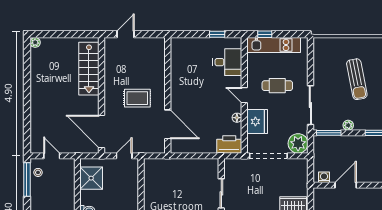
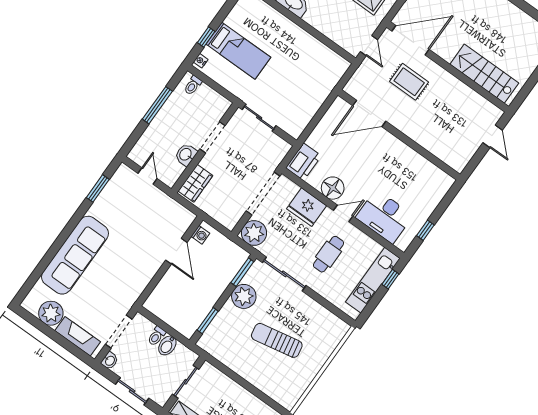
desk: (227, 62) -> (384, 216), width x1.37
rug: (137, 98) -> (409, 82), moved, turned 90
floor lamp: (237, 118) -> (333, 188), width x1.89, depth x1.89
plant: (348, 125) -> (244, 296), width x1.87, depth x1.87

